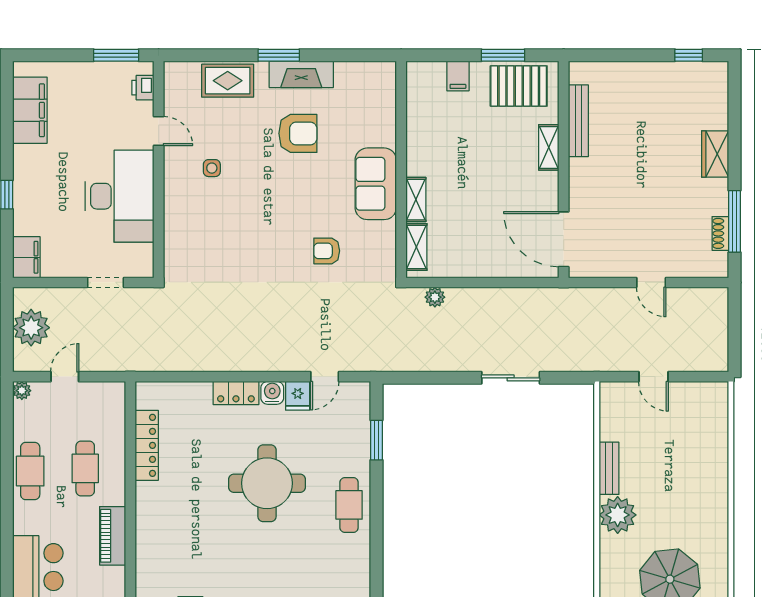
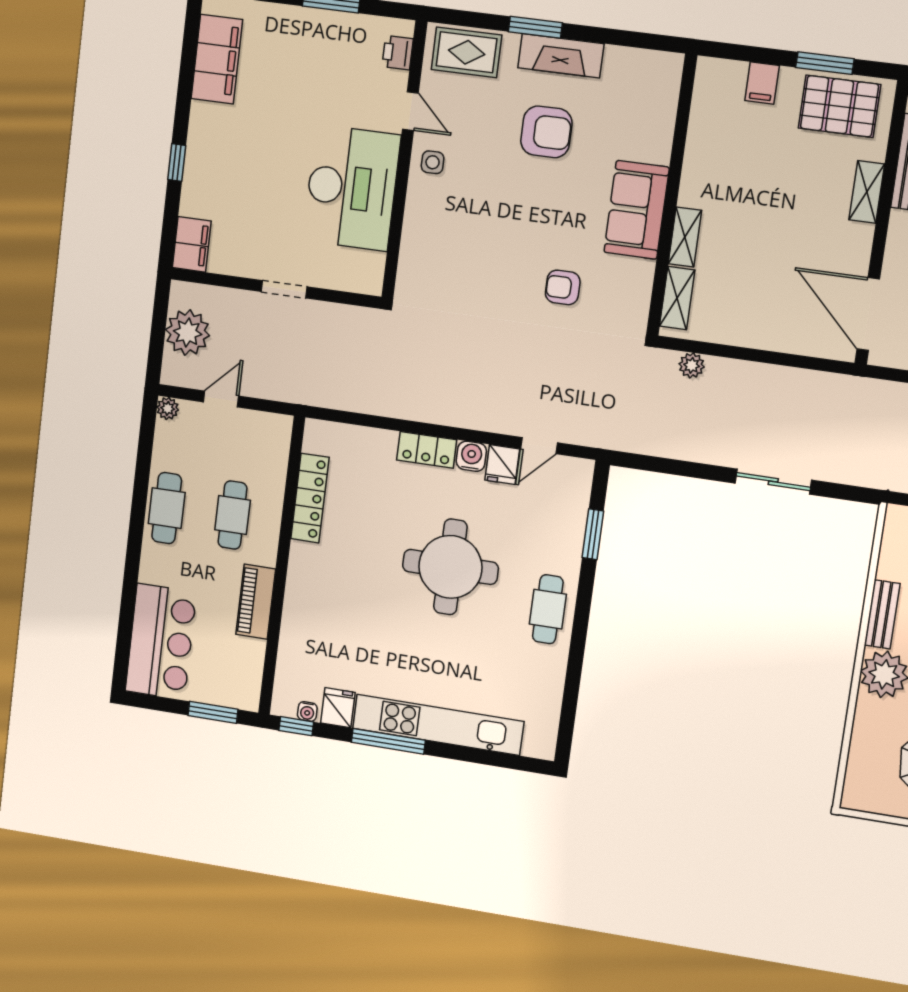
printer: (143, 88) -> (398, 53), moved
door: (159, 131) -> (410, 111), moved
wall: (159, 169) -> (404, 160), moved
desk: (120, 196) -> (352, 188), moved

